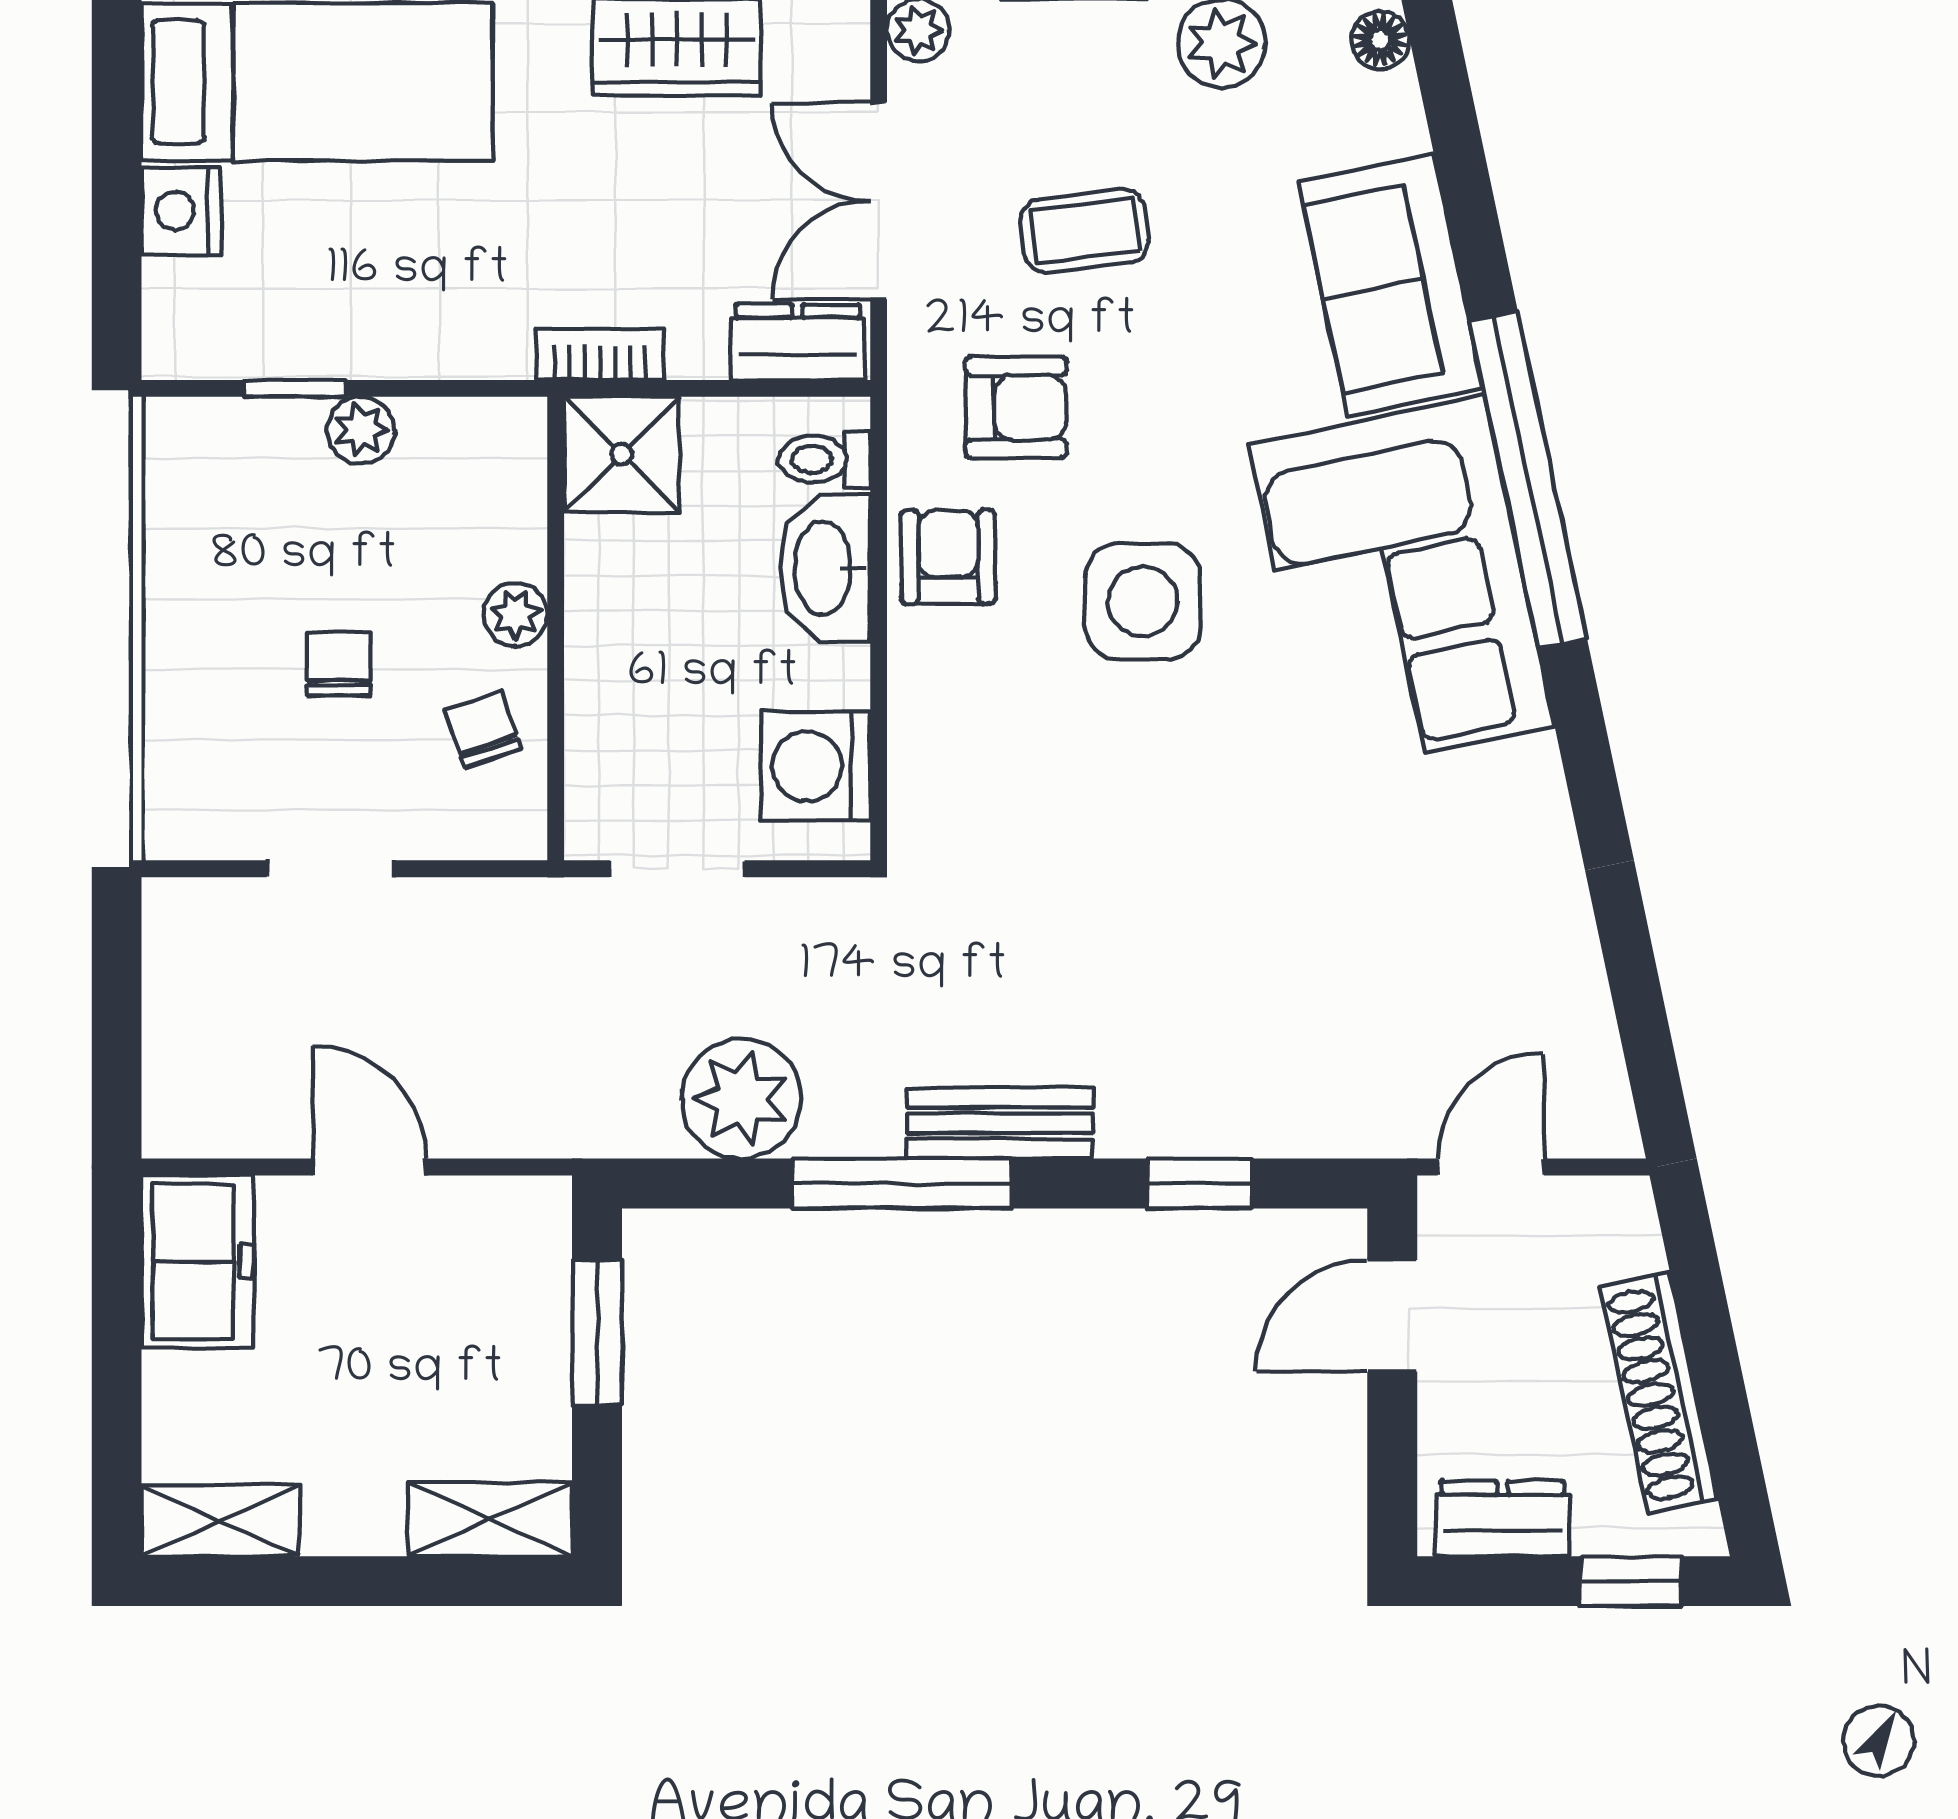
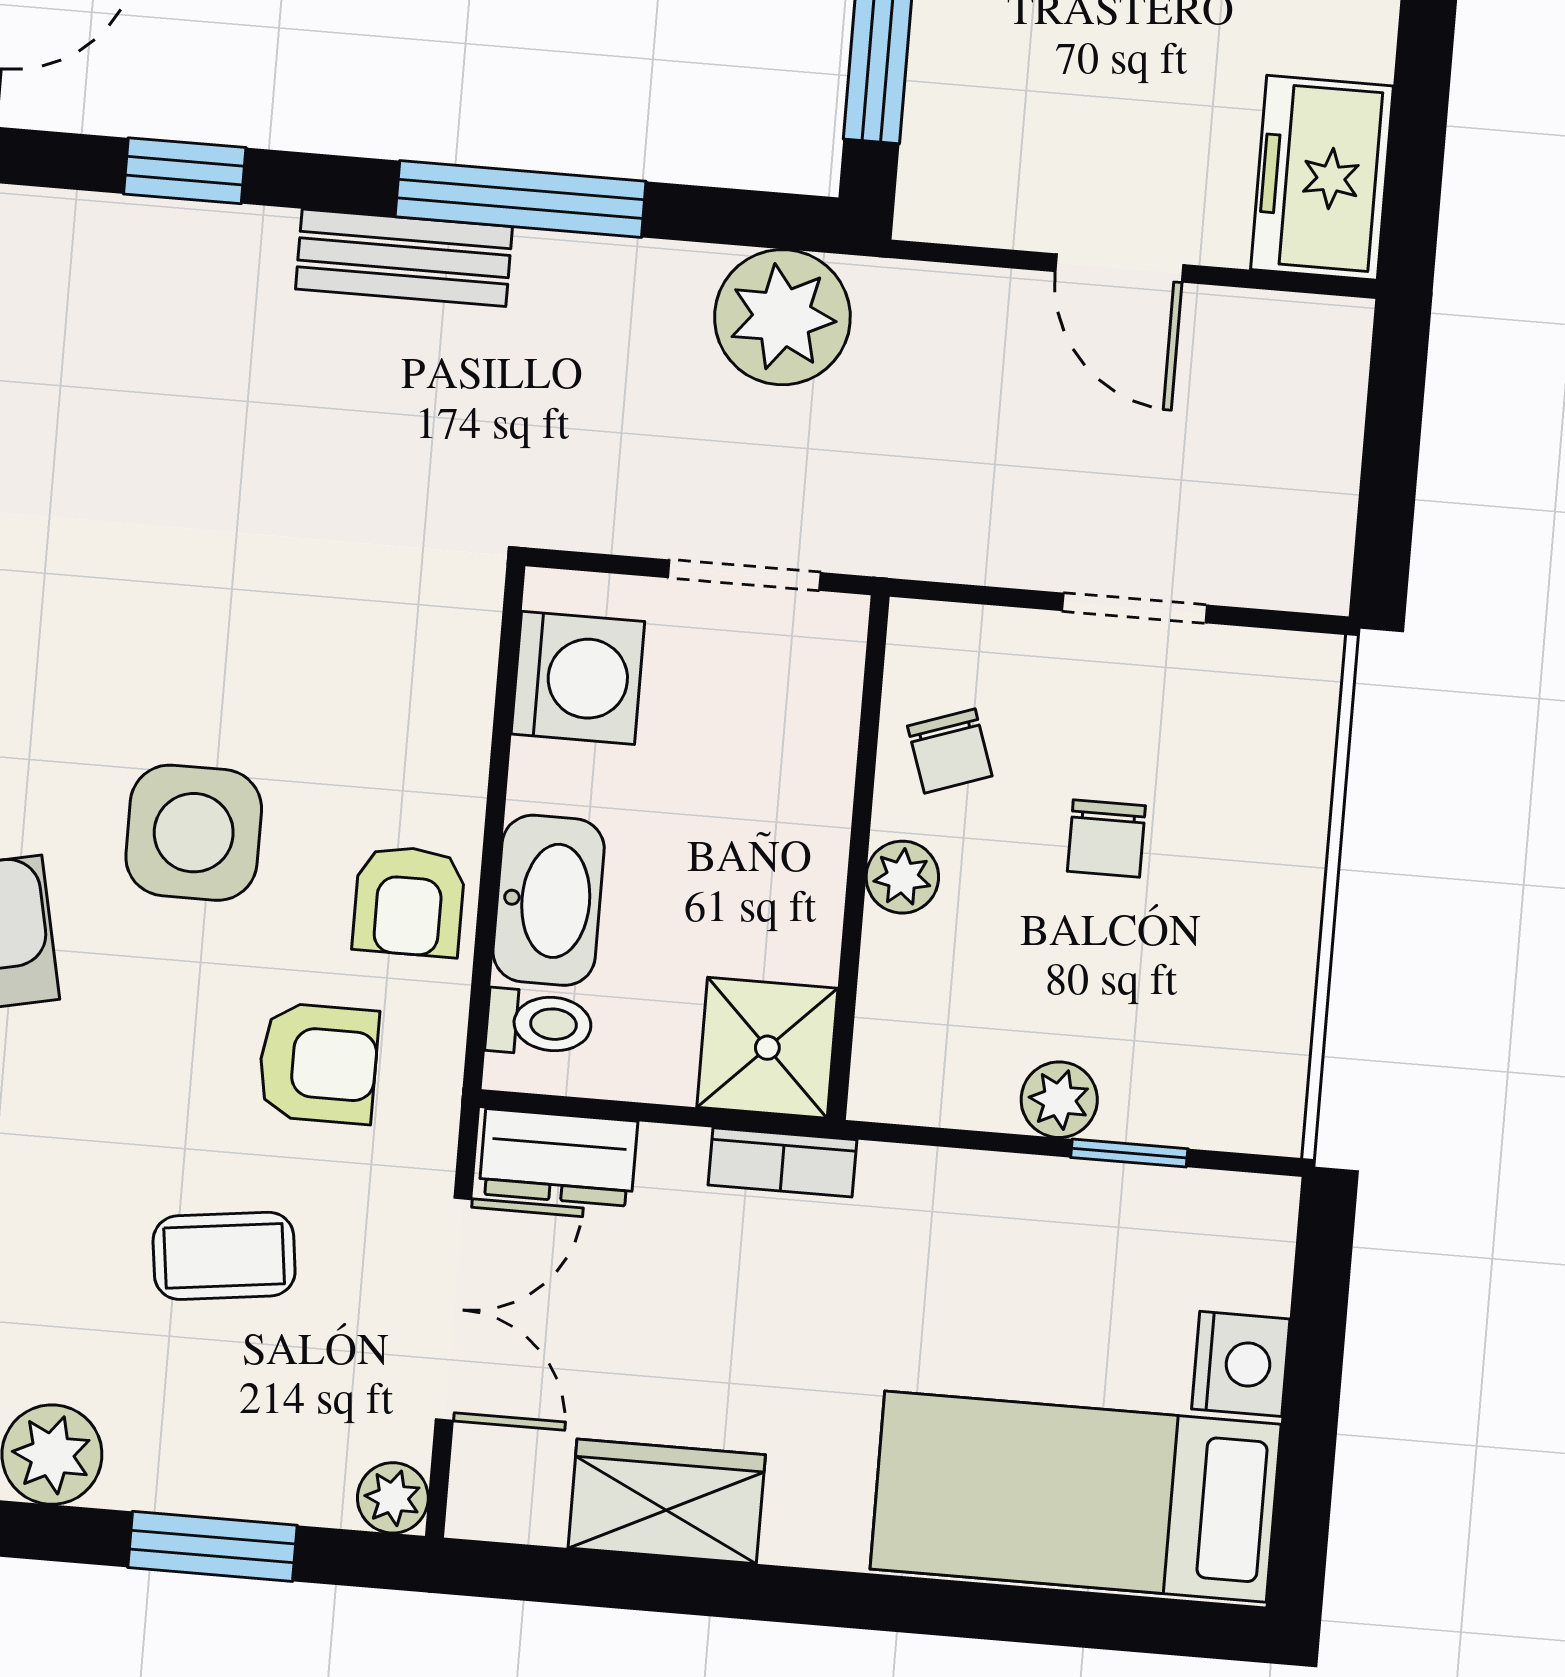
armchair: (1016, 407) -> (318, 1063), turned 180
plant: (742, 1099) -> (782, 317), moved

